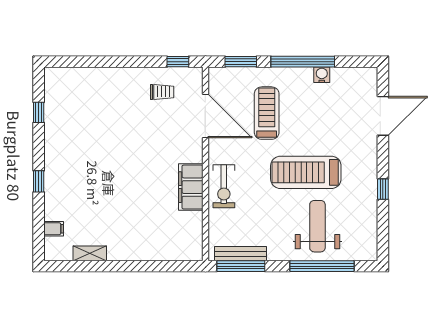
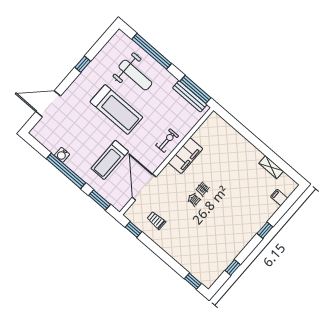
window: (68, 62) -> (193, 281), added
exercise bike: (224, 186) -> (167, 141), width x0.73, depth x0.72
weight bench: (317, 226) -> (135, 75), turned -90

